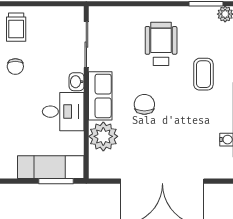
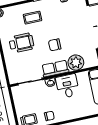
wheelchair: (161, 44) -> (21, 43), turned 180

